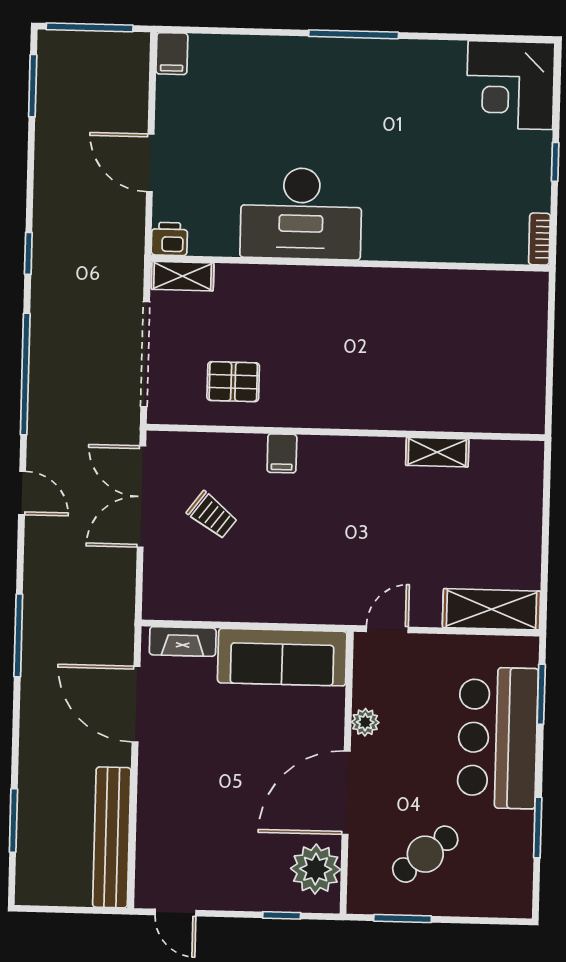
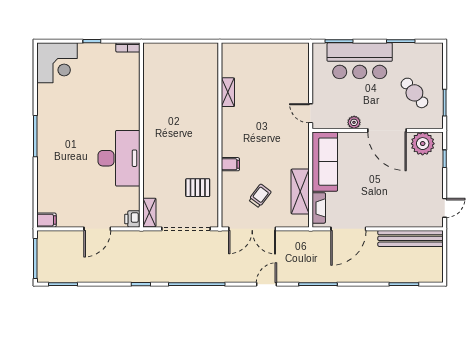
pallet: (233, 382) -> (198, 188), turned 90
door: (22, 493) -> (267, 284), moved
shelving: (491, 609) -> (300, 191), moved

